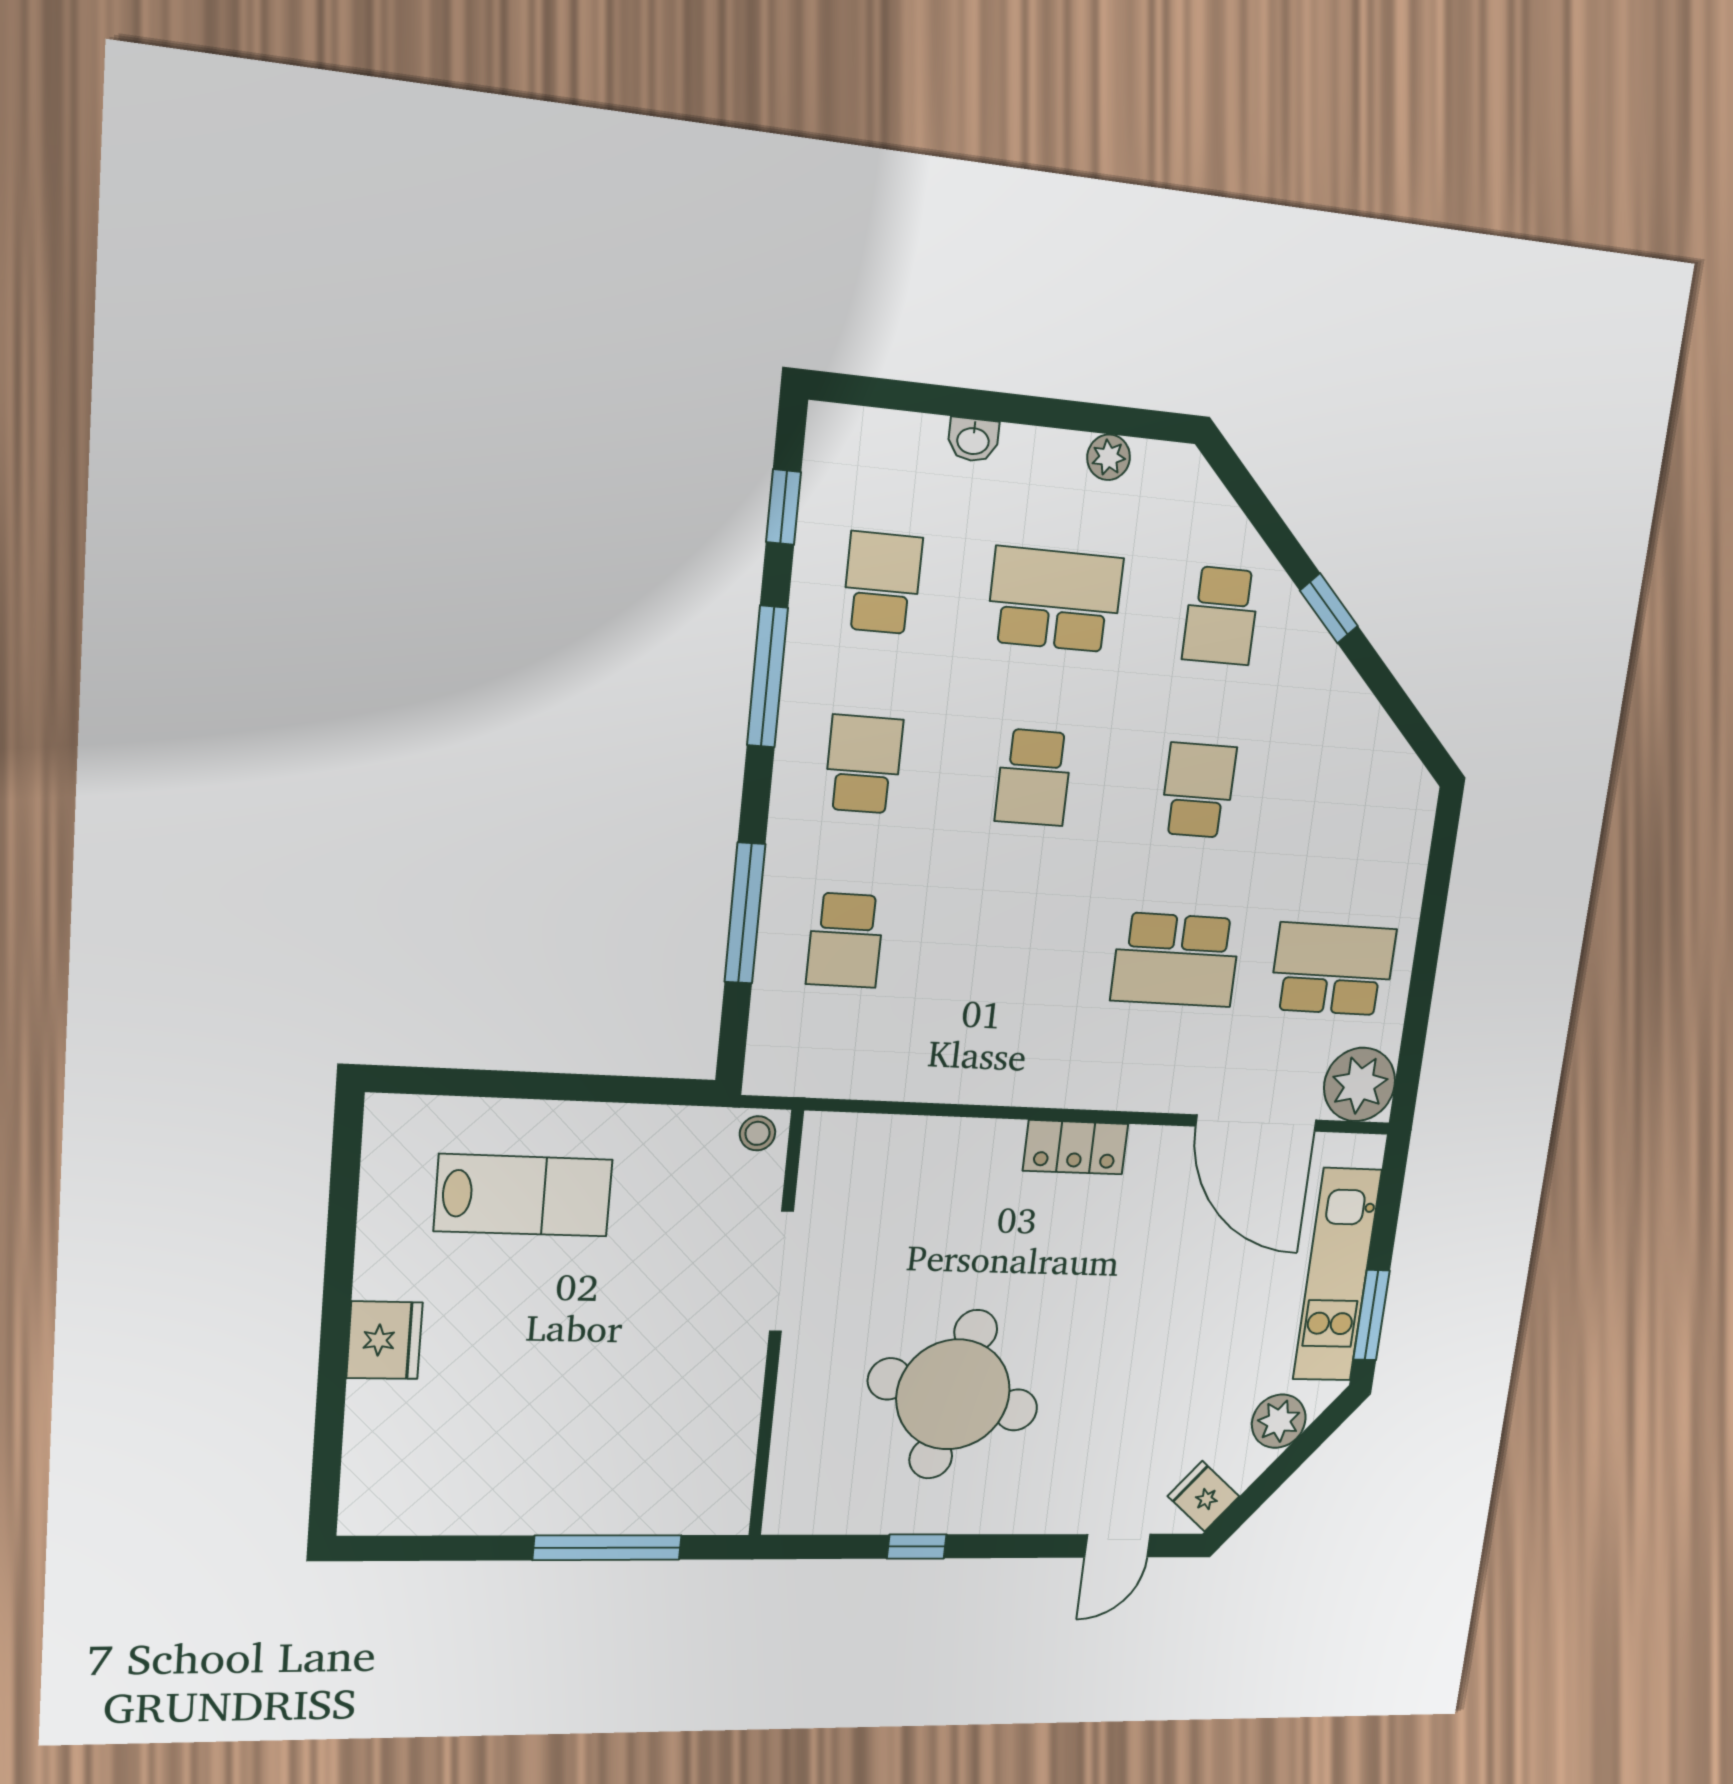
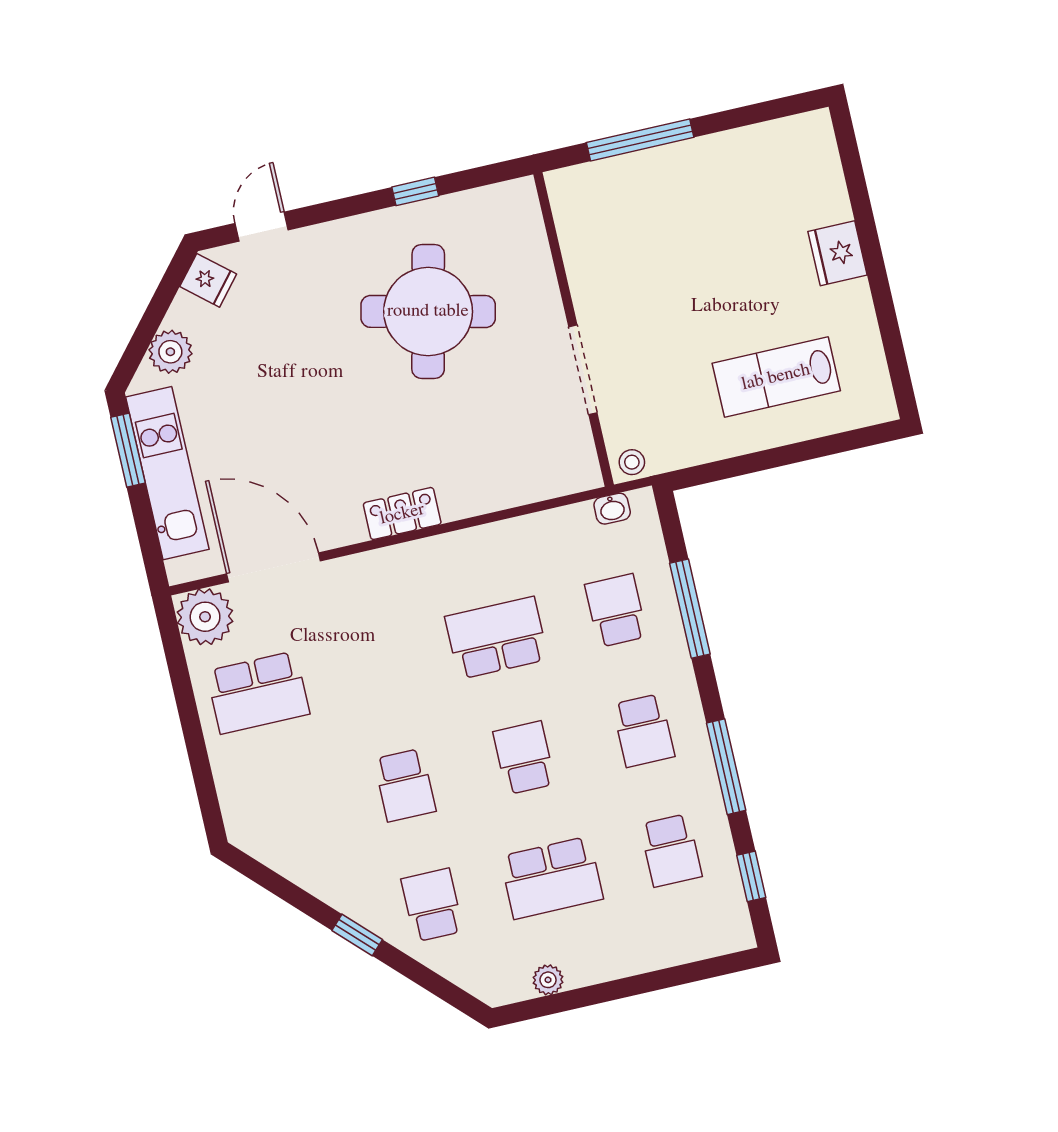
washbasin: (973, 440) -> (612, 509), moved, turned 180
school desk: (1176, 960) -> (497, 638), moved

